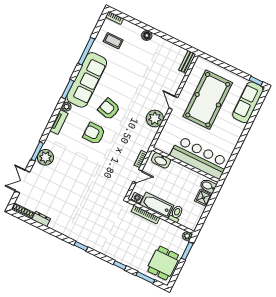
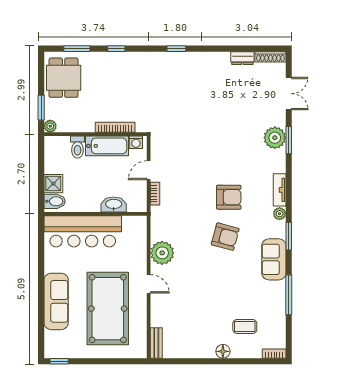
coffee table: (113, 41) -> (245, 327), moved
sofa: (87, 80) -> (274, 259), width x0.54, depth x0.79
sofa: (248, 102) -> (56, 301), moved
washbasin: (161, 160) -> (114, 204), moved

